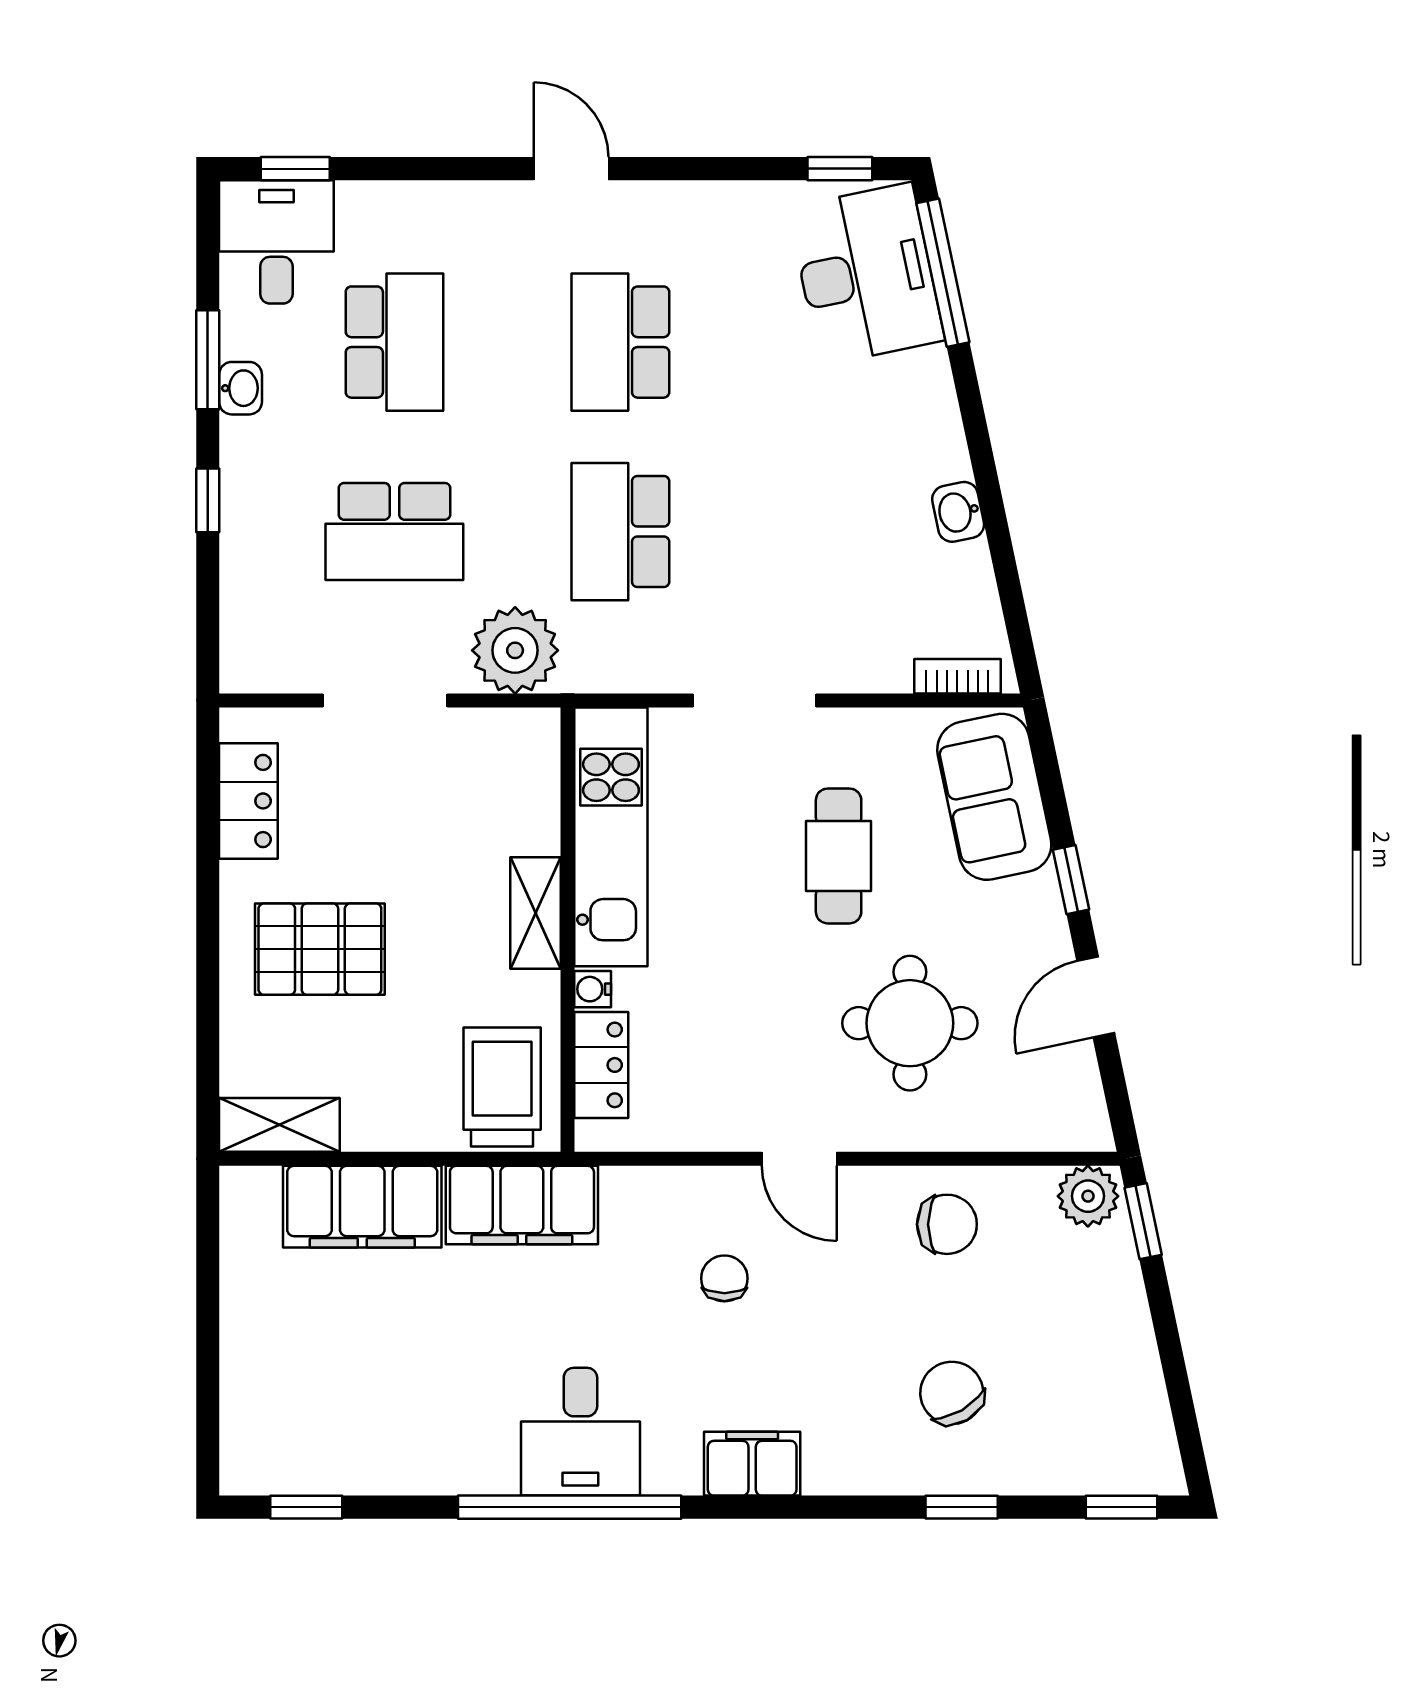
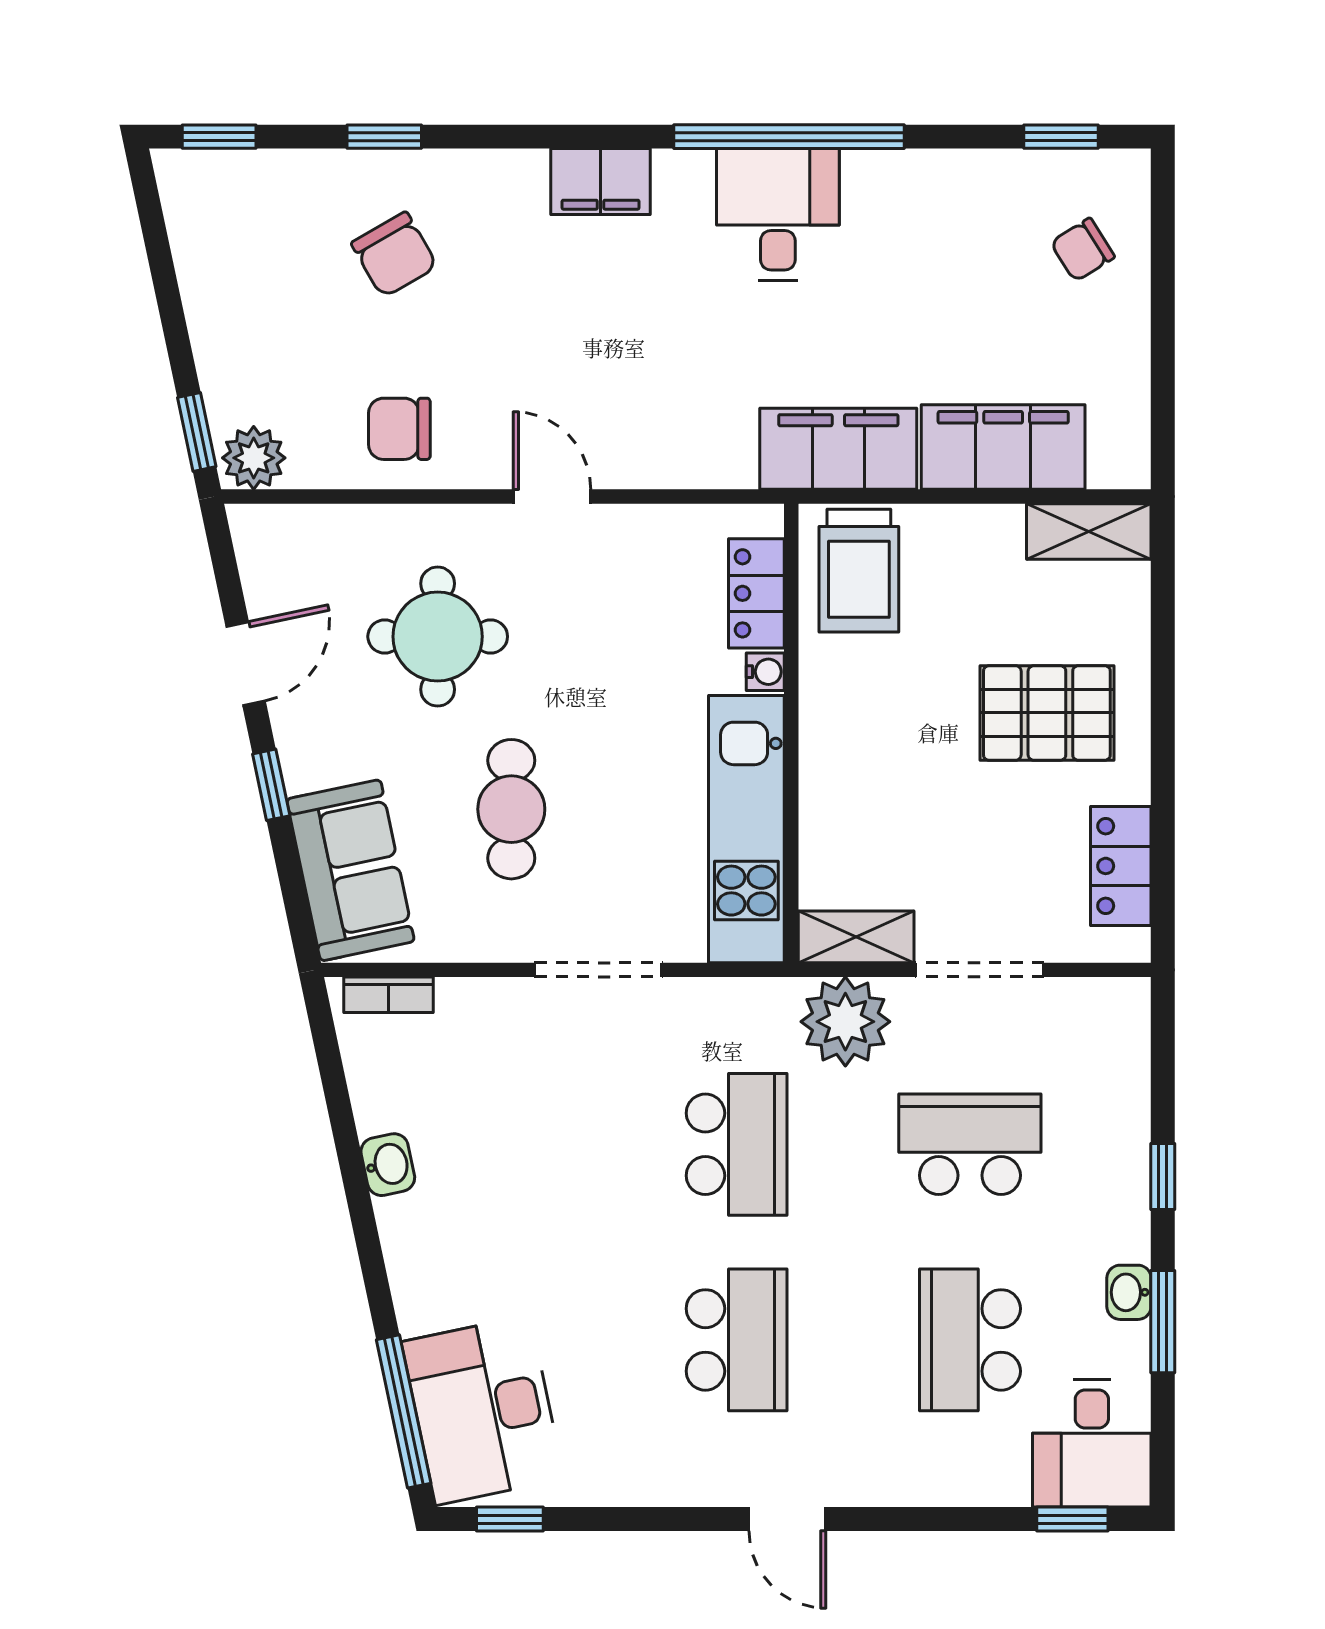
shelving: (536, 913) -> (856, 937), moved, turned 90
chair: (724, 1278) -> (1083, 250), moved, turned 58

